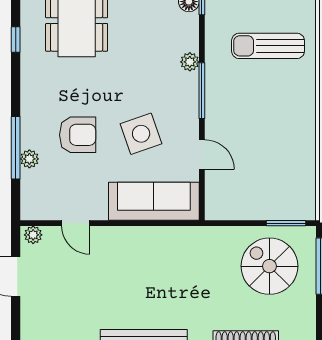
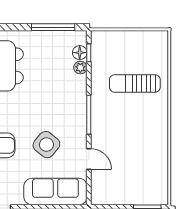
plant: (190, 62) -> (80, 68), moved
side table: (141, 134) -> (46, 145), turned -32

